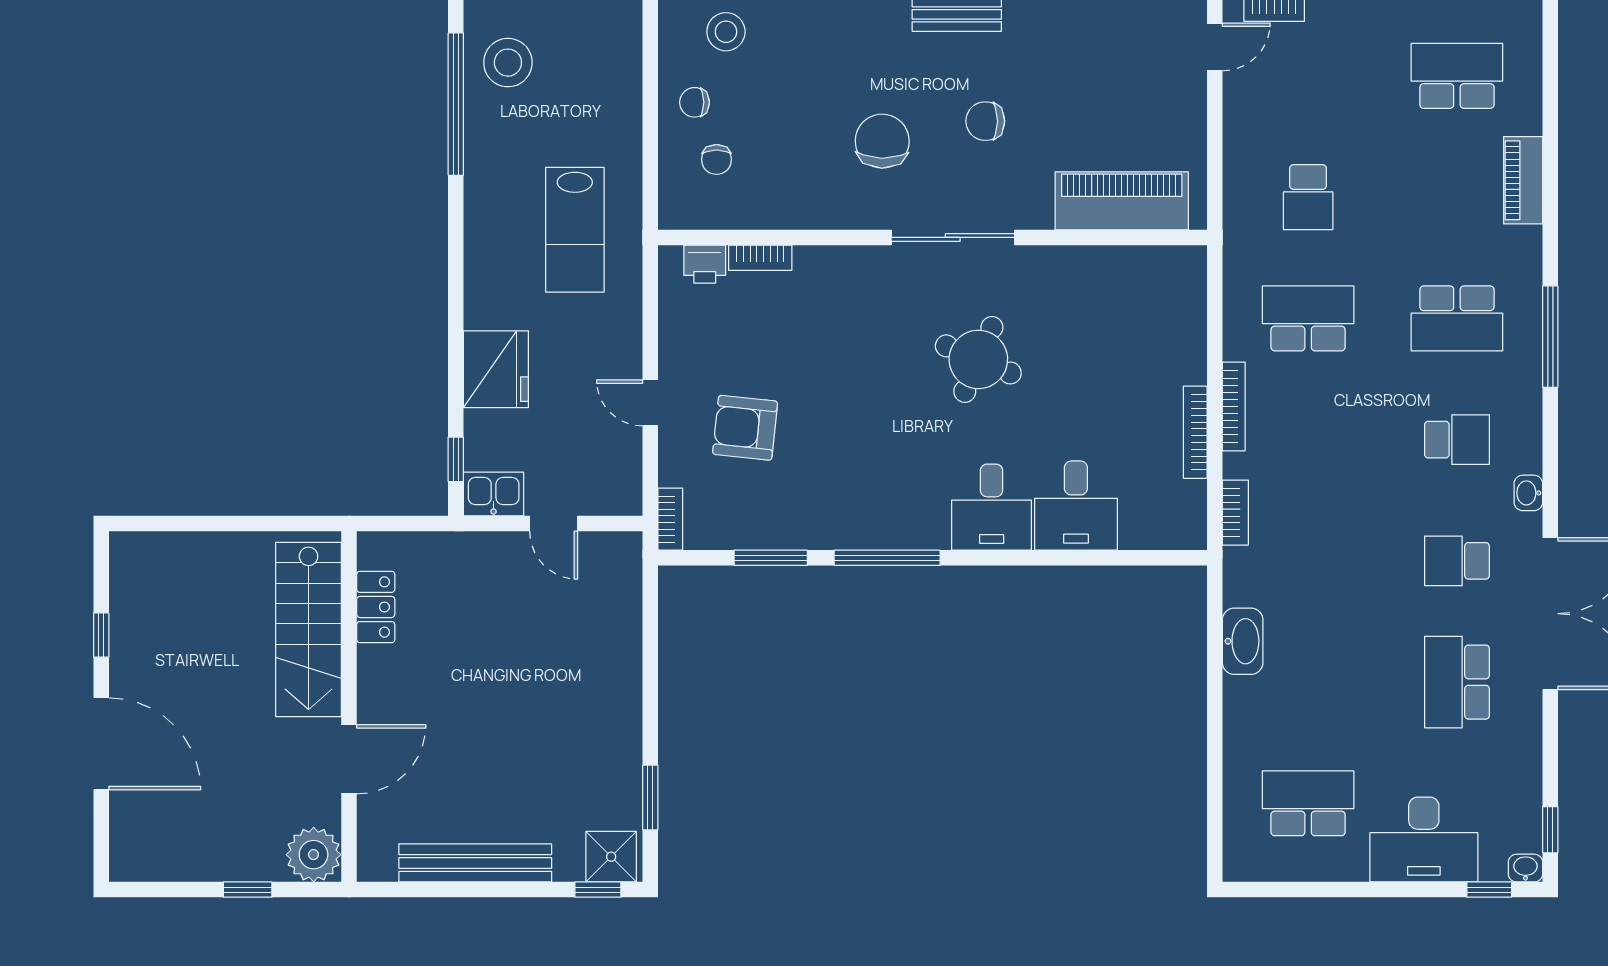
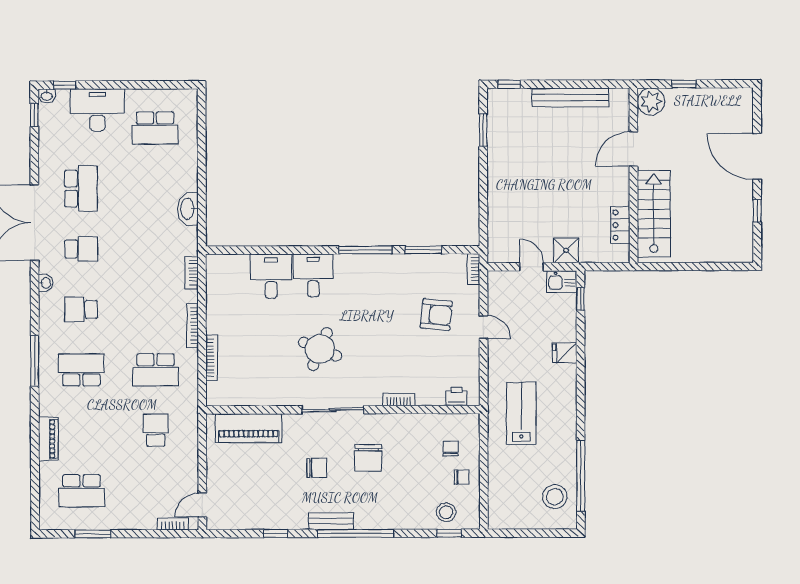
bookcase: (760, 258) -> (399, 400), moved
fridge: (496, 369) -> (565, 353), width x0.53, depth x0.75
bookcase: (1195, 432) -> (212, 358), moved
shower: (611, 857) -> (566, 250), moved

